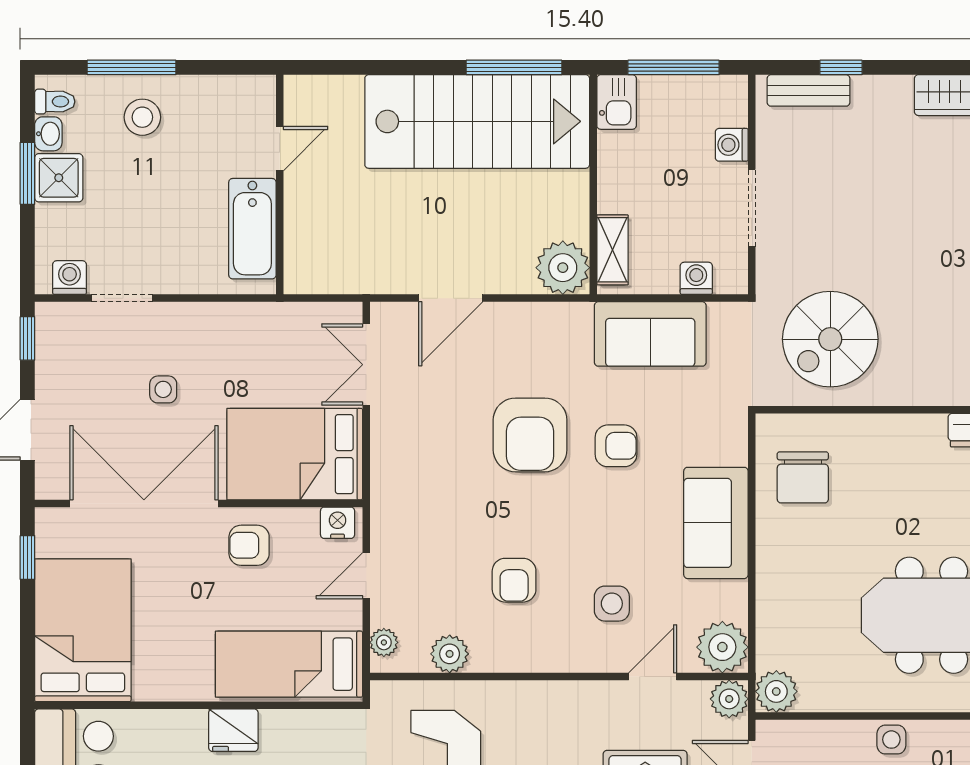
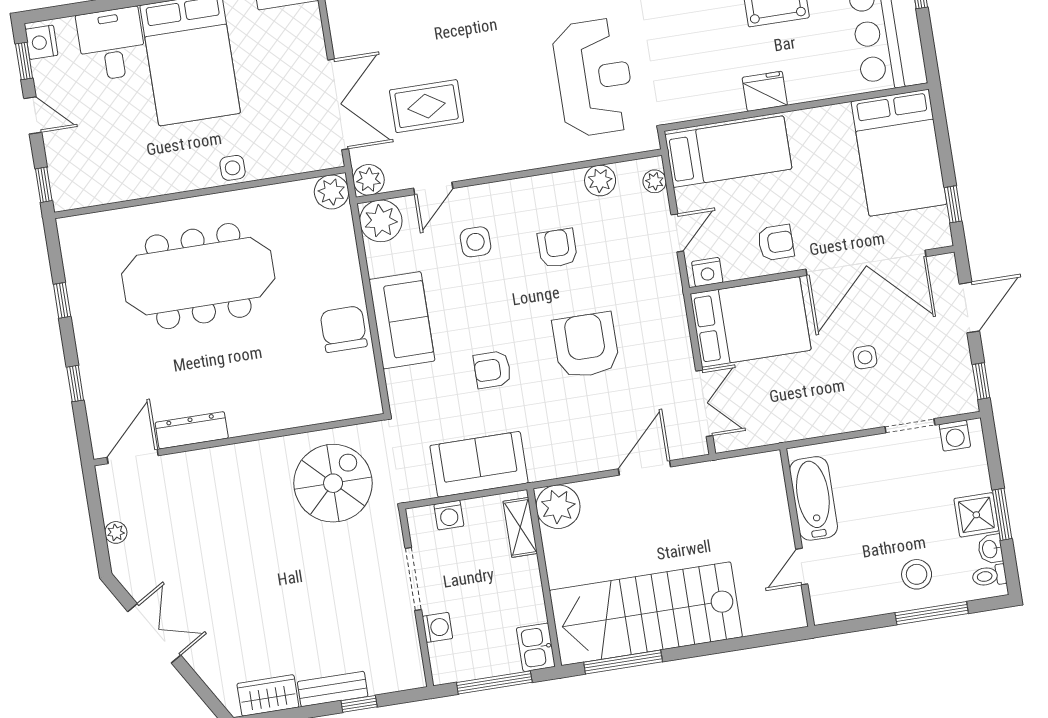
bench: (808, 90) -> (333, 689), moved
armchair: (530, 435) -> (586, 345), moved
chair: (803, 477) -> (344, 329), moved

